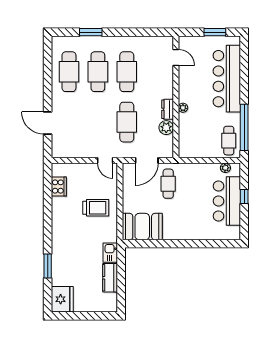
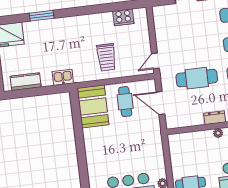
plant: (166, 128) -> (196, 119), removed
cafe table: (168, 184) -> (125, 102), moved, turned 90
kitchen counter: (110, 278) -> (26, 82), moved

